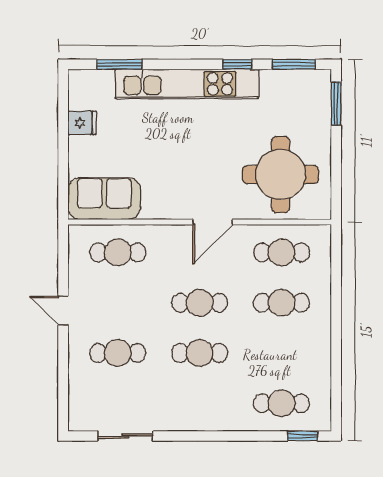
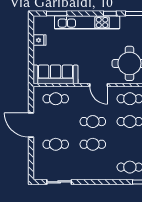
sofa: (104, 199) -> (56, 74), width x1.36
door: (213, 222) -> (99, 85), hinge flipped
door: (63, 310) -> (31, 125), width x1.87

